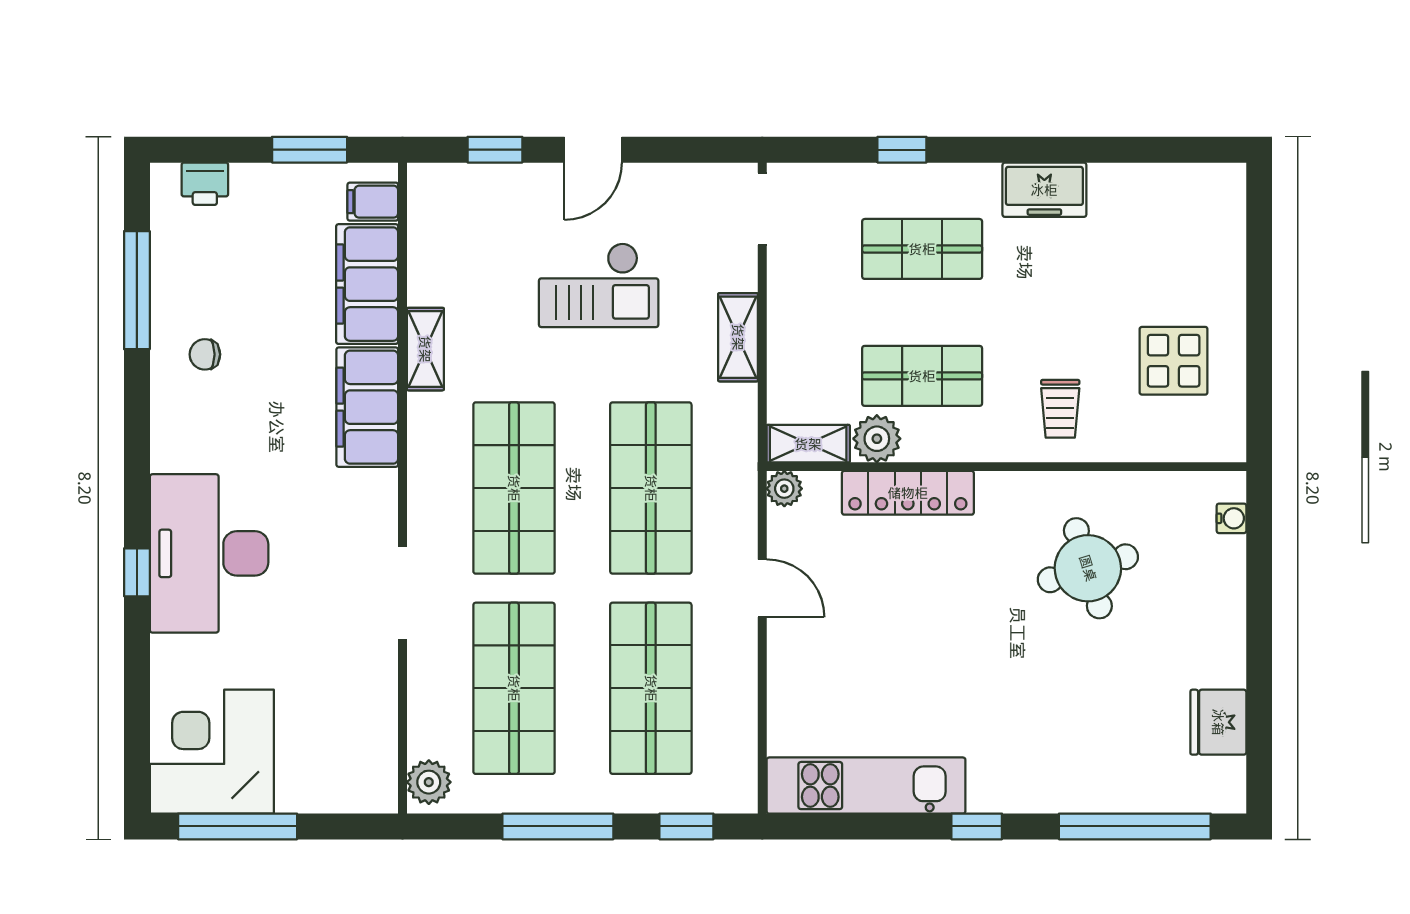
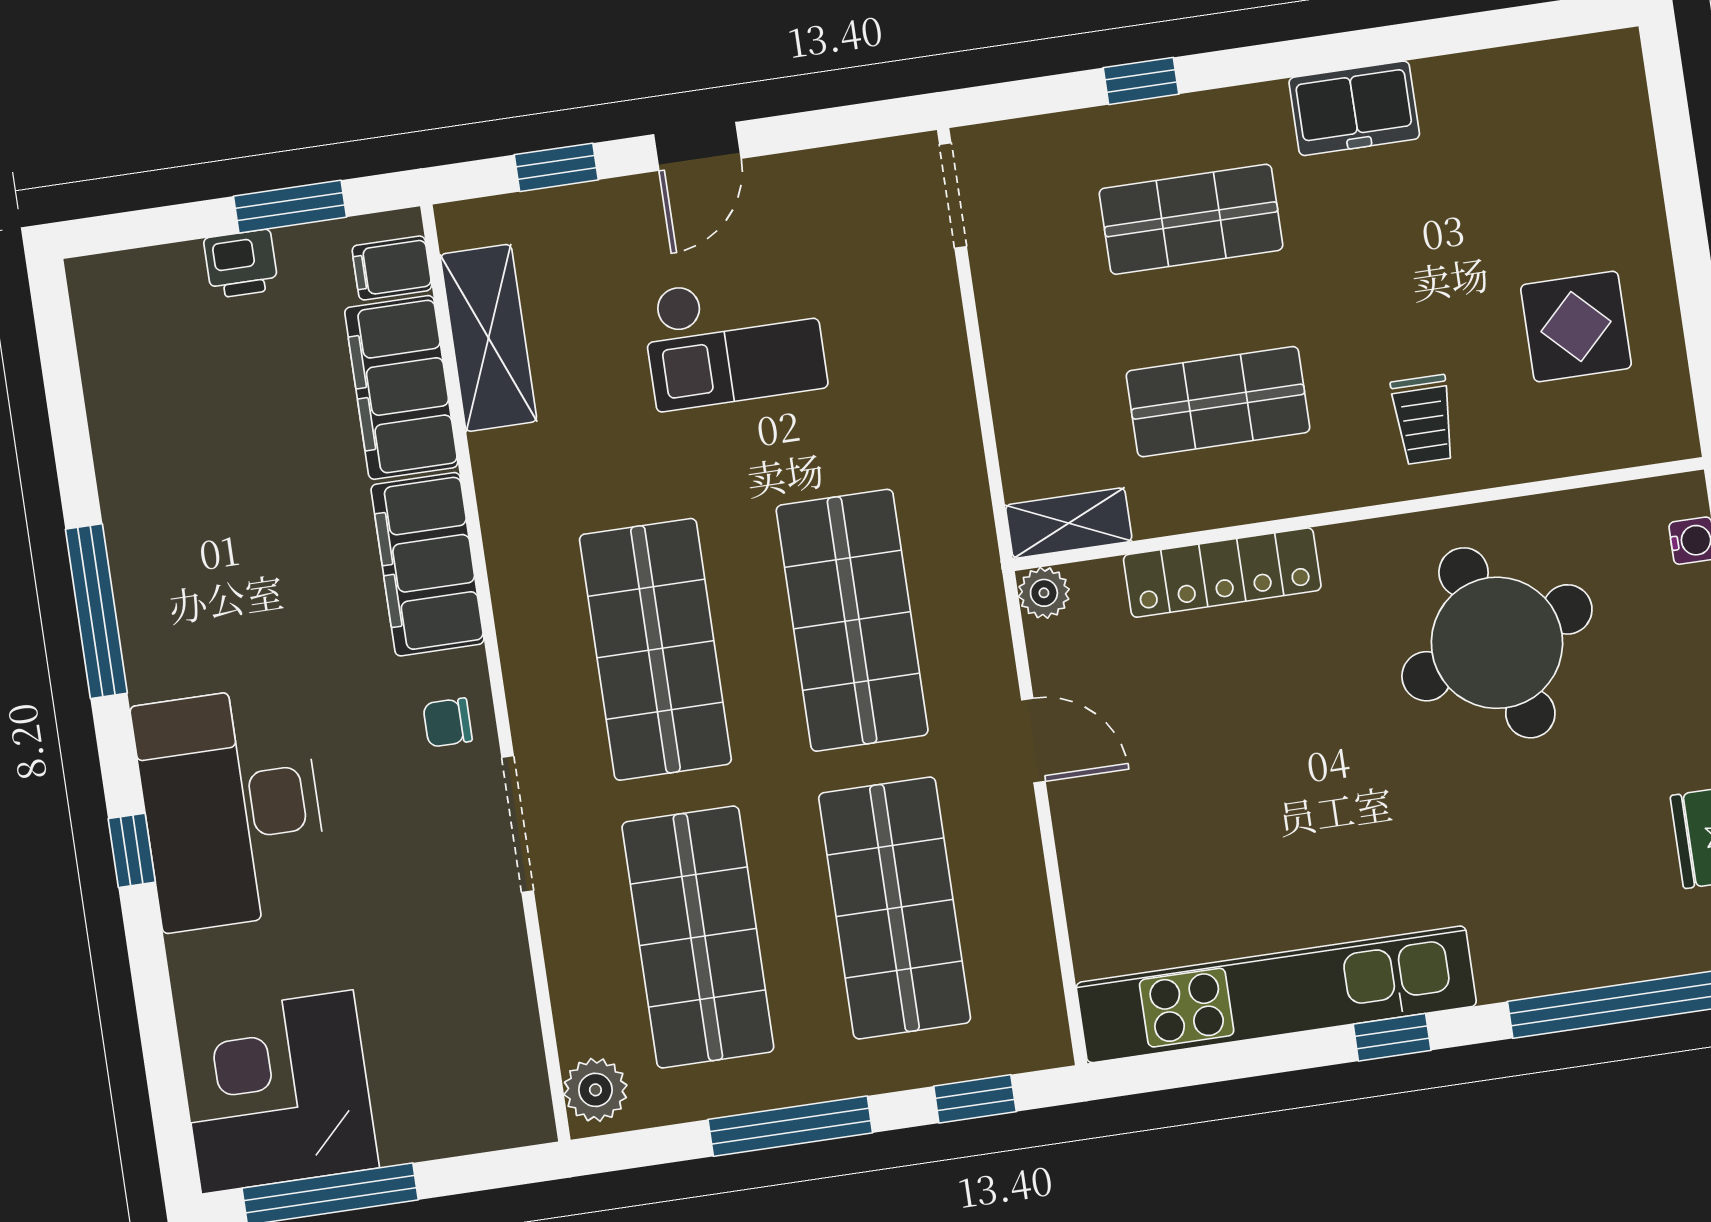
printer: (205, 184) -> (241, 264), moved
window: (137, 290) -> (96, 611), moved
shelving: (738, 337) -> (945, 385), removed
shelving: (425, 349) -> (488, 338), moved, width x1.50, depth x1.33
chair: (205, 354) -> (448, 723), moved
plant: (877, 439) -> (1166, 502), removed
round table: (1088, 568) -> (1497, 643), width x1.36, depth x1.36
kitchen unit: (866, 786) -> (1276, 994), width x1.36

